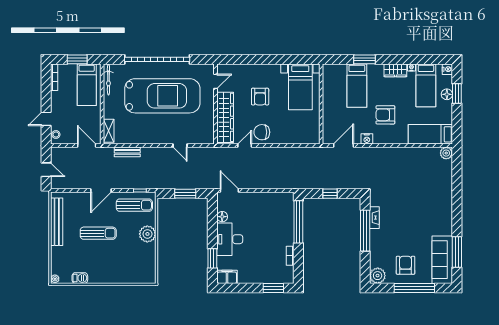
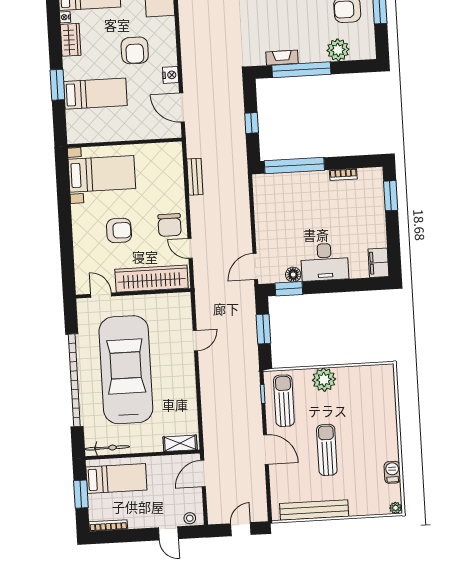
bench: (127, 152) -> (195, 177), moved
window: (212, 258) -> (289, 289), moved
plant: (378, 276) -> (338, 50), moved

